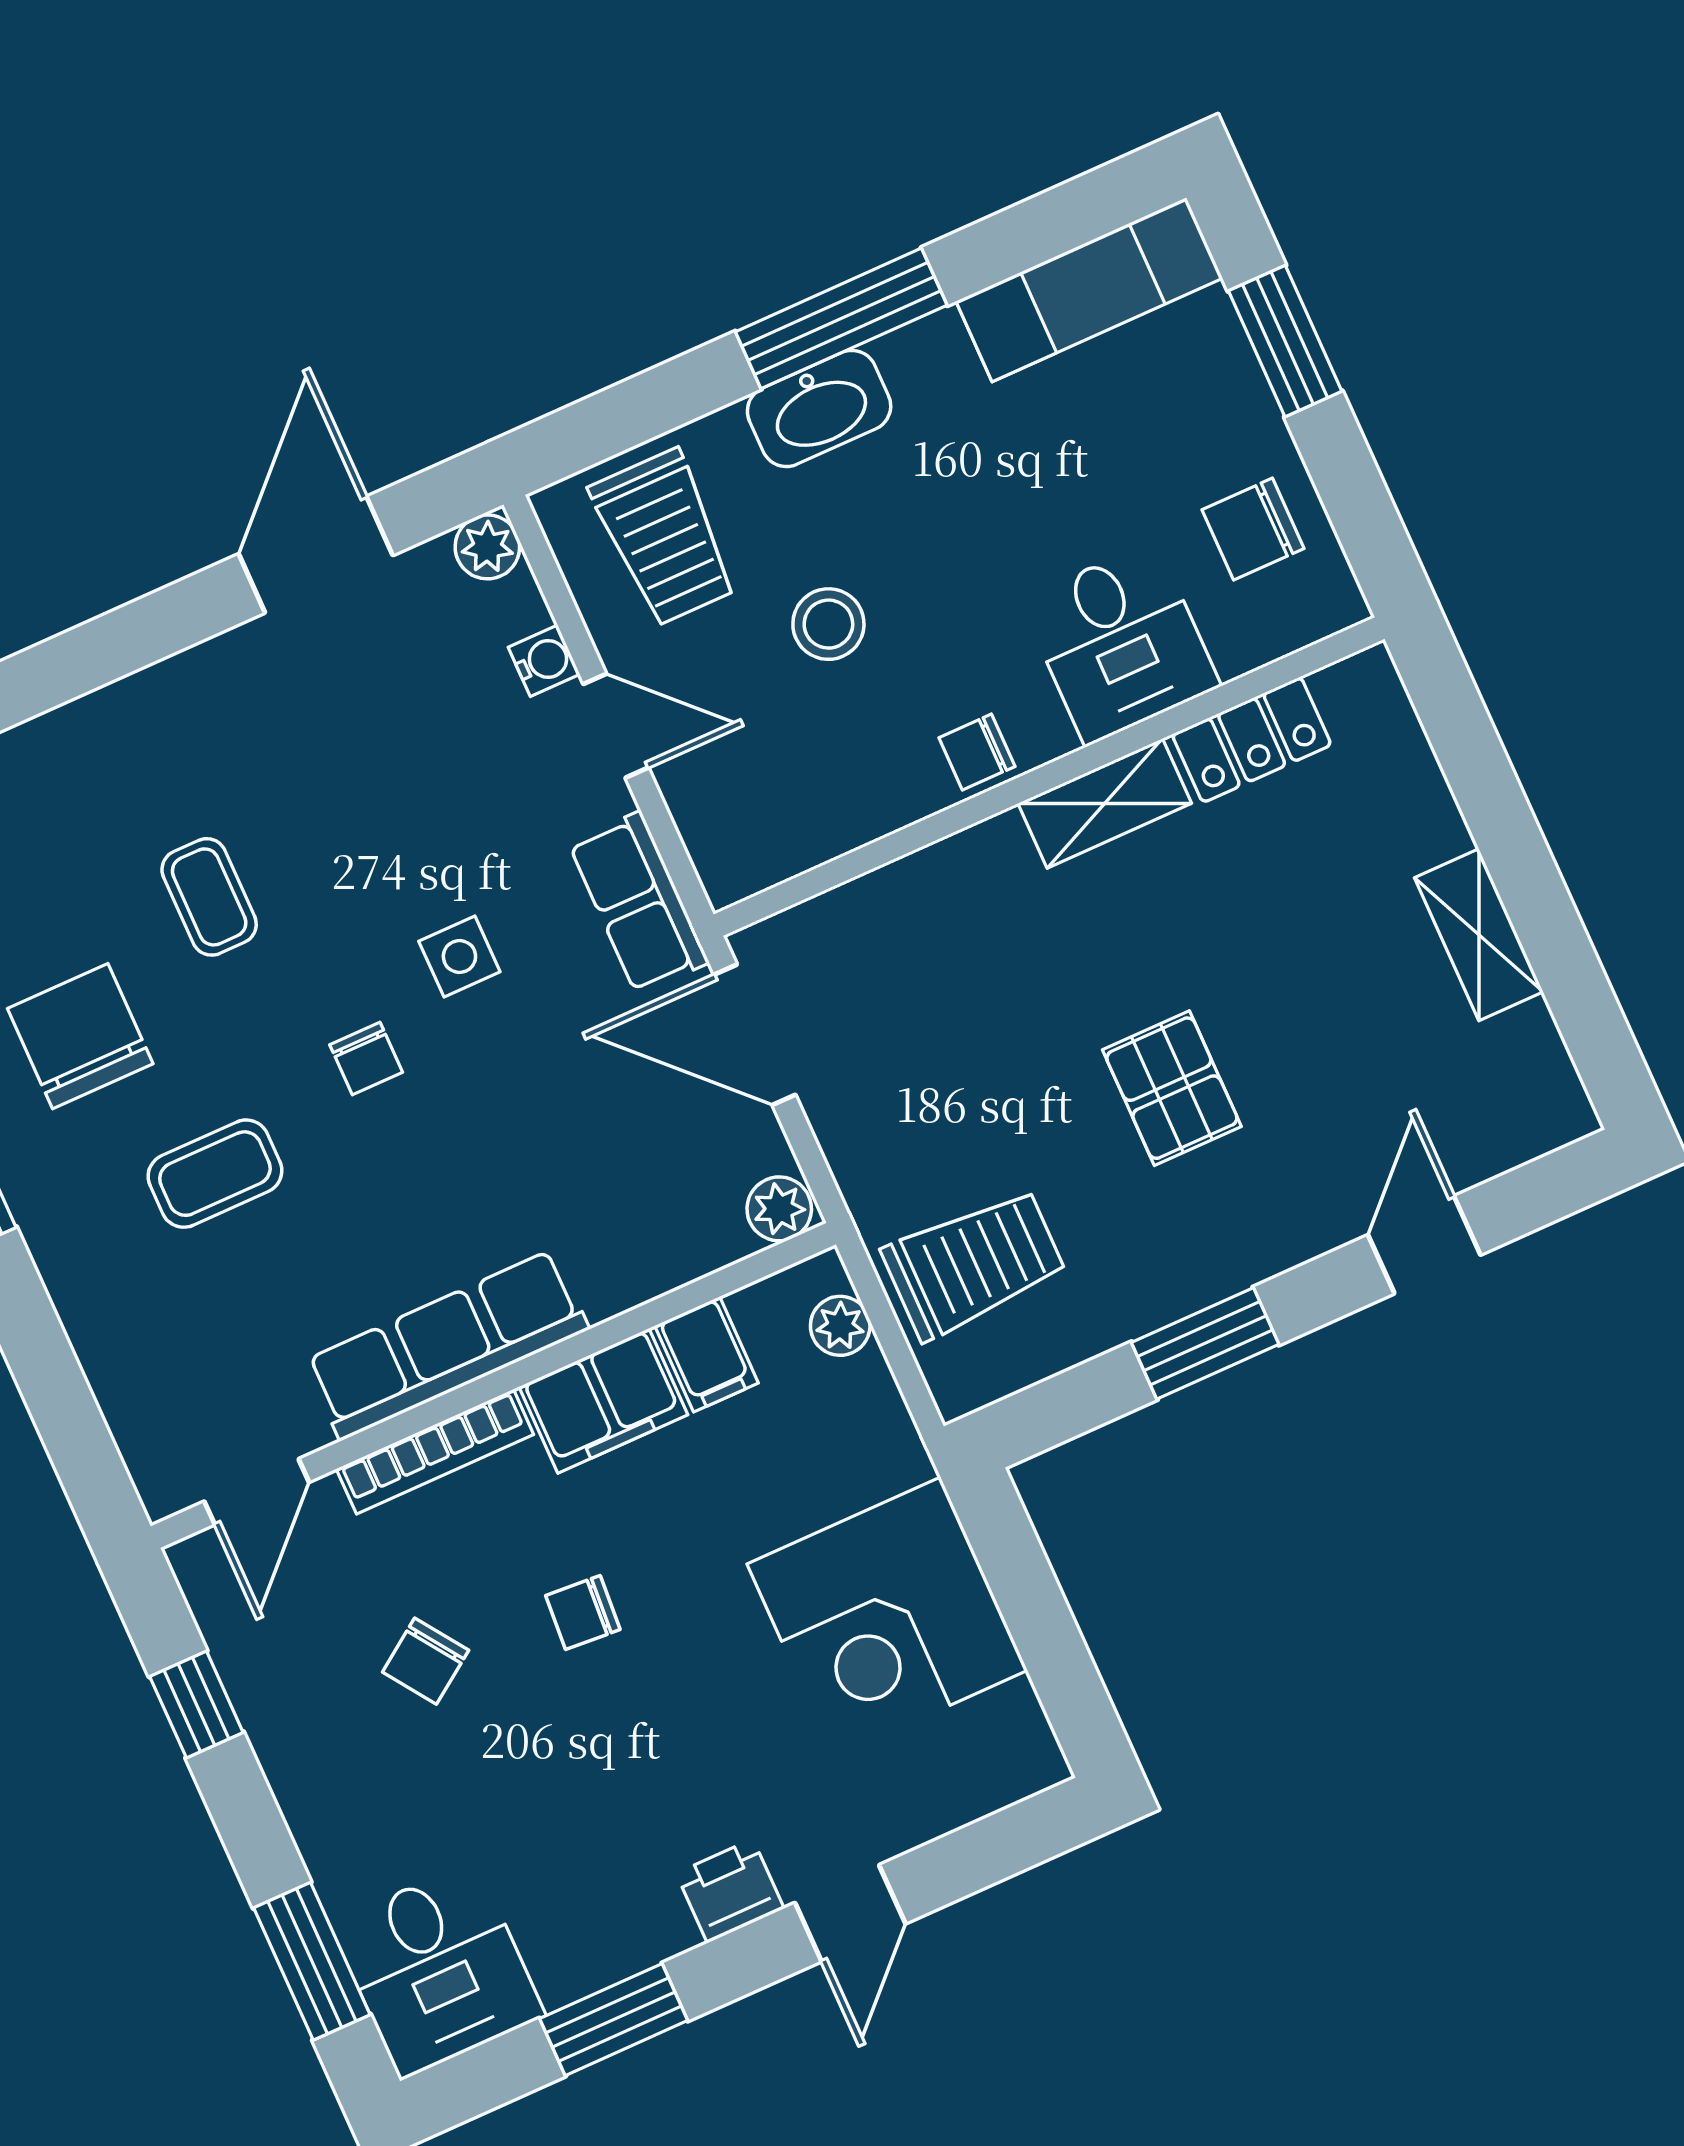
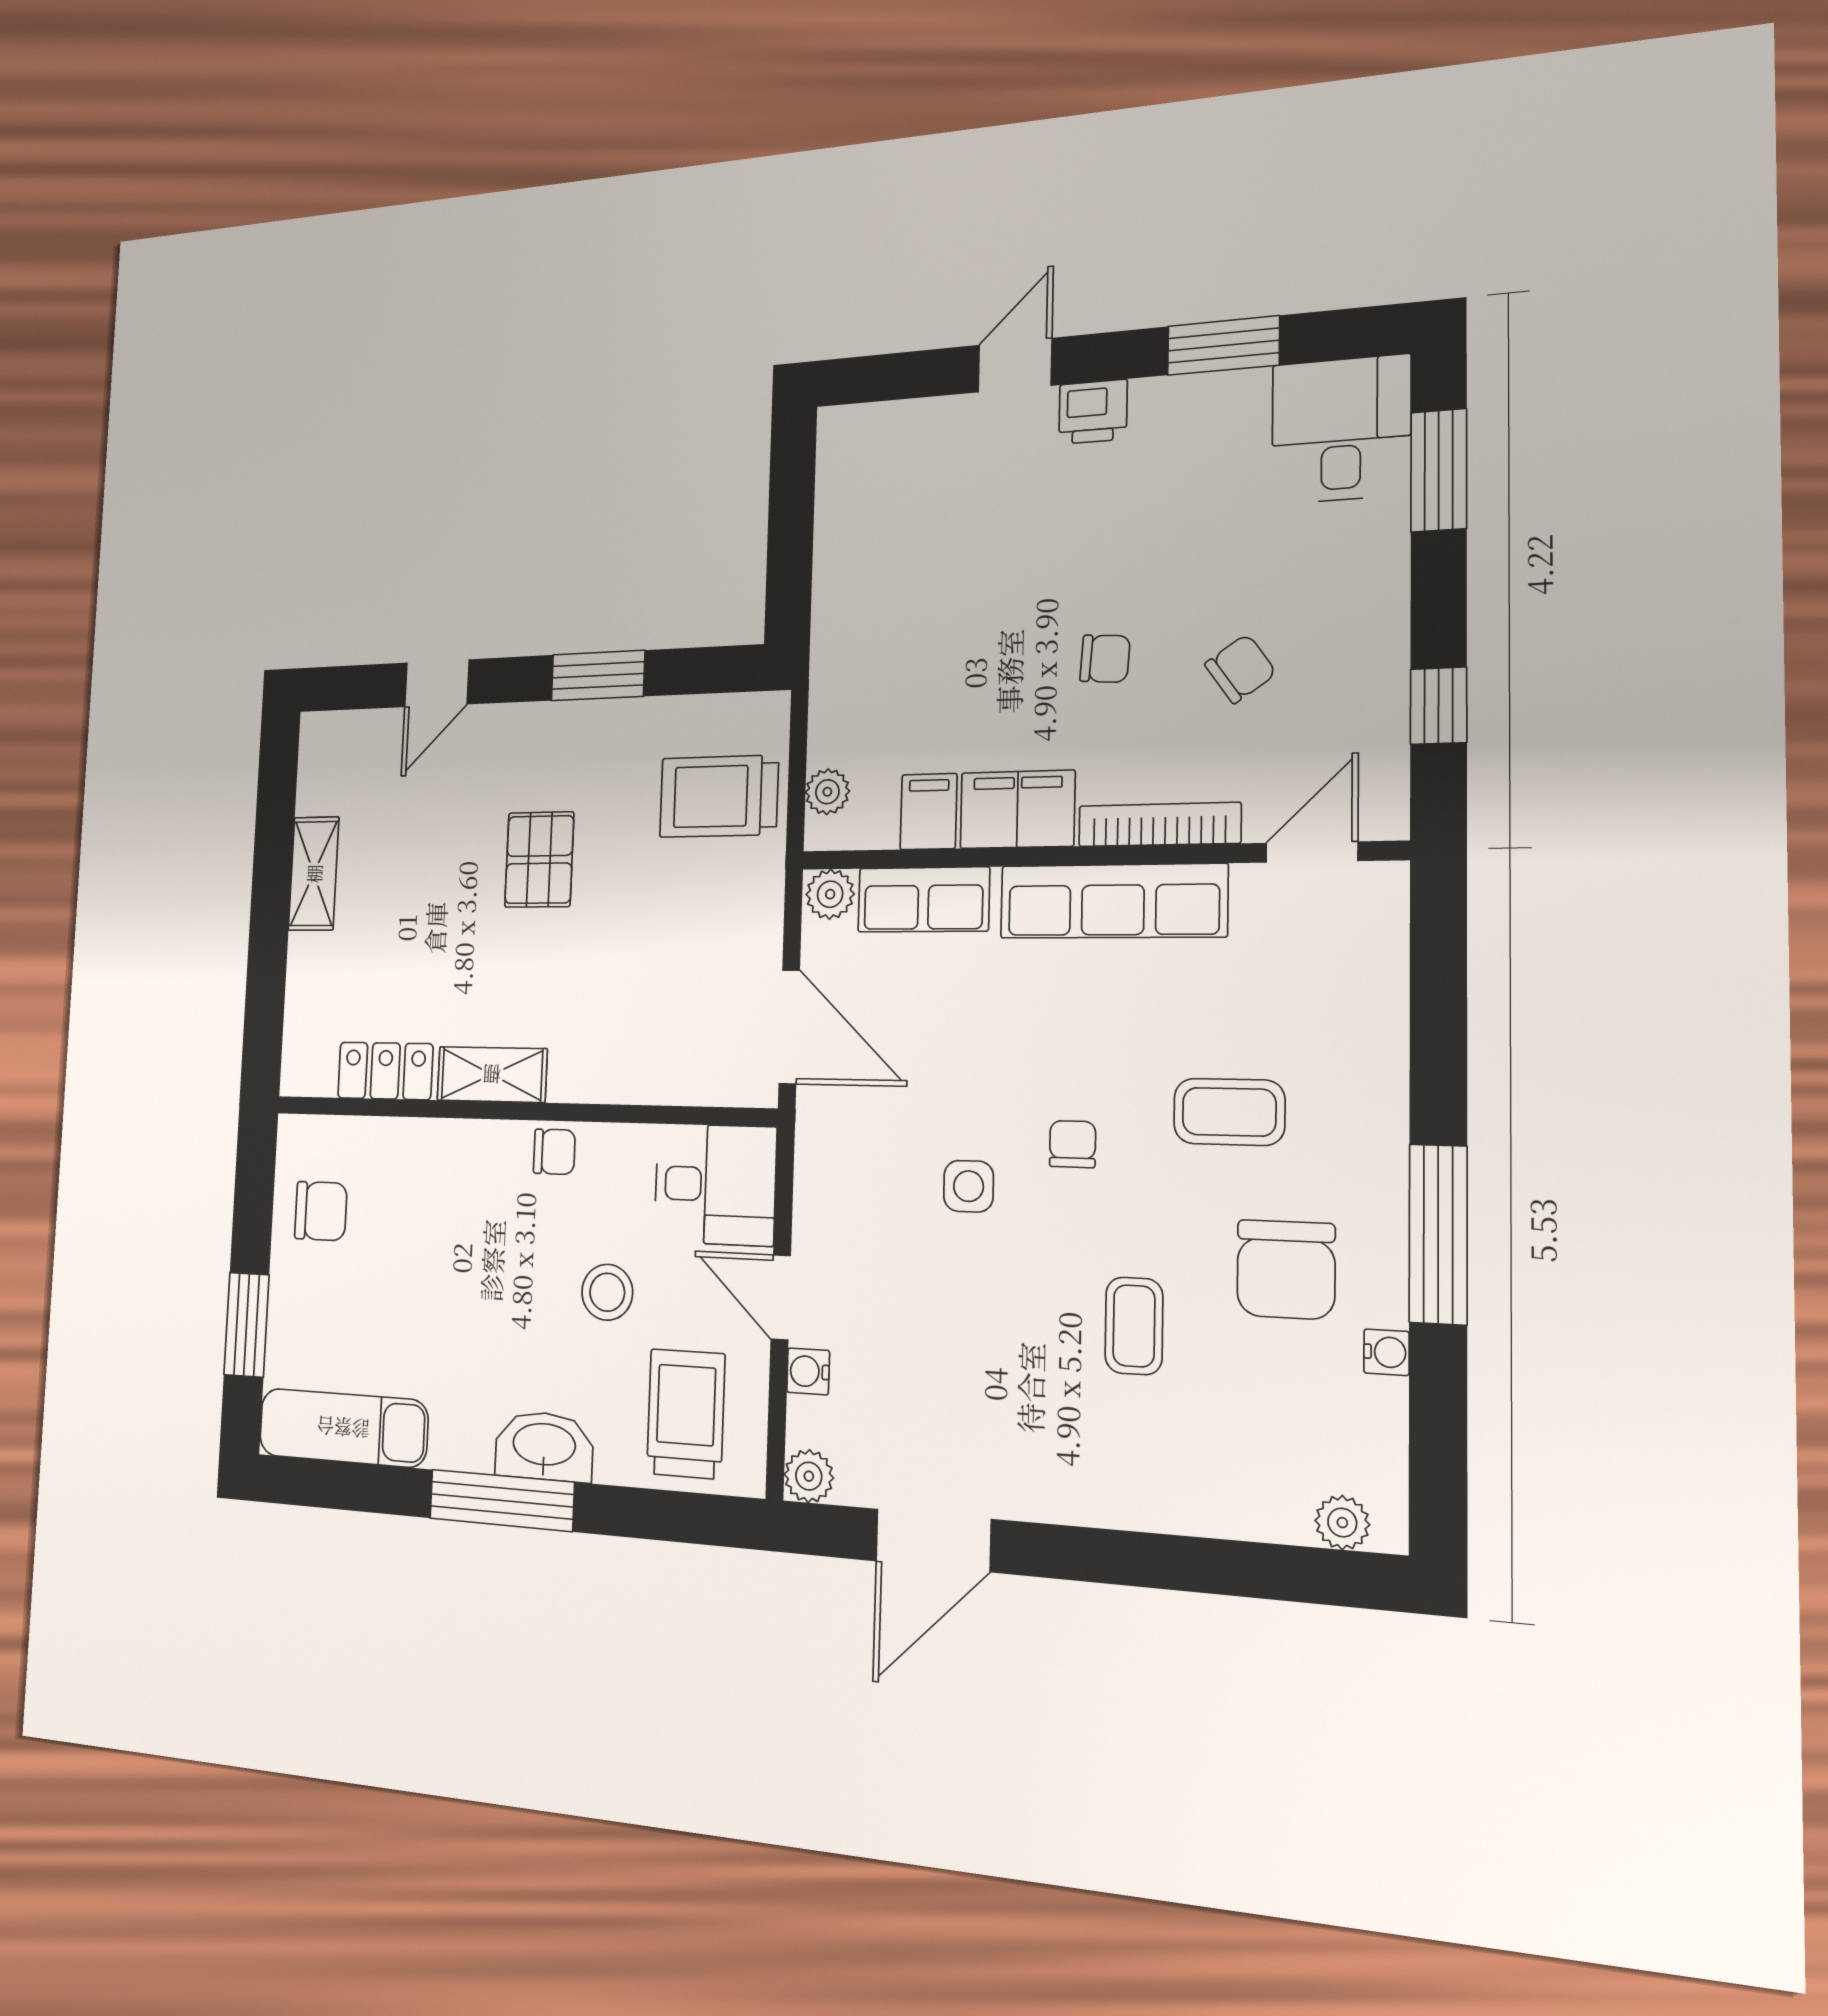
desk: (1120, 643) -> (715, 1184), moved, turned 90
row of seats: (639, 903) -> (923, 900), moved, turned 90
corner desk: (887, 1617) -> (891, 570), removed

